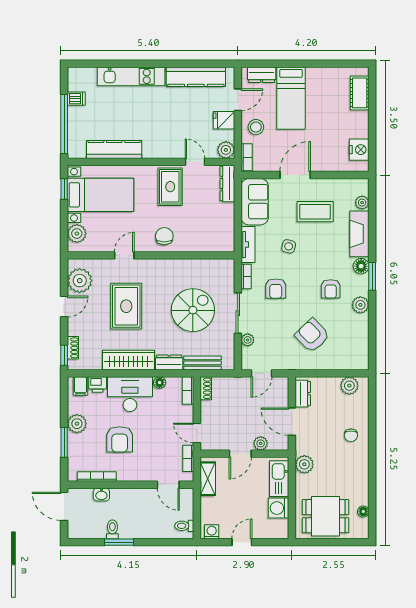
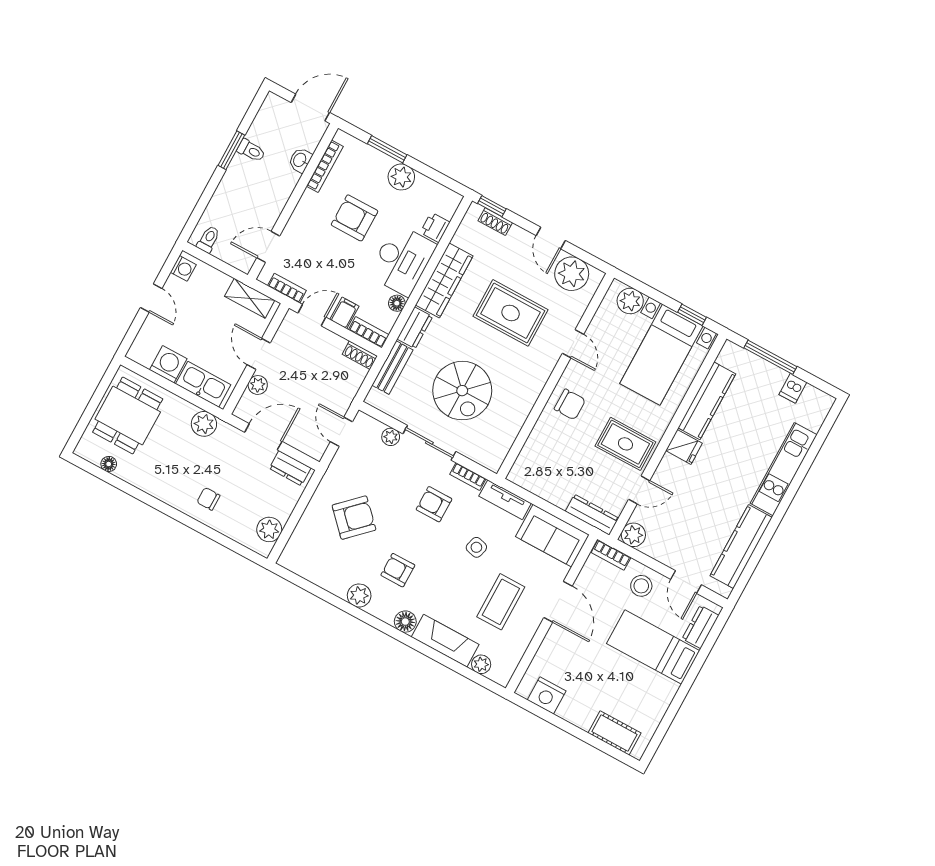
fridge: (224, 120) -> (684, 447), moved, turned 90
window: (64, 124) -> (770, 357), width x0.68
window: (372, 276) -> (386, 628), removed
filing cabinet: (81, 386) -> (344, 313), moved, turned 90

